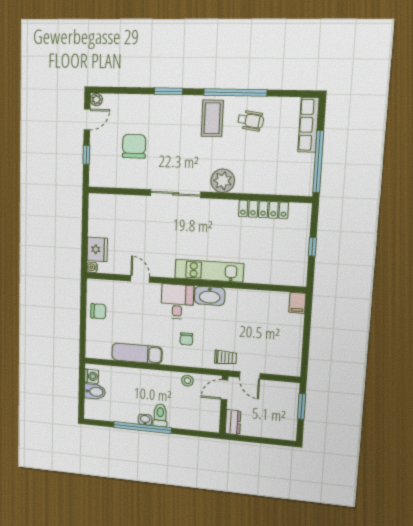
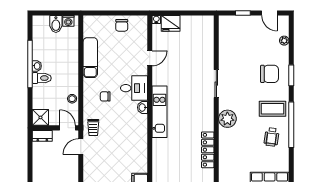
plant: (96, 100) -> (284, 41), moved
chair: (134, 146) -> (269, 74), moved
sliding door: (176, 194) -> (216, 84), width x0.73
washbasin: (210, 296) -> (142, 107), width x0.52, depth x0.69
shower: (209, 422) -> (40, 117), added

